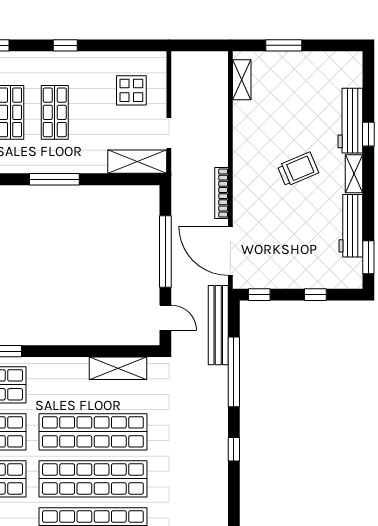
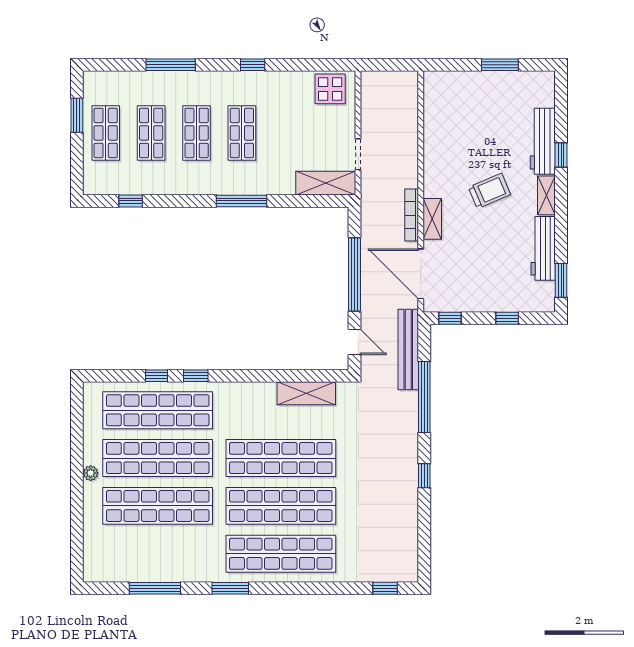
window: (284, 45) -> (500, 65), moved
shelving: (242, 80) -> (432, 219), moved
display table: (131, 90) -> (330, 89), moved

